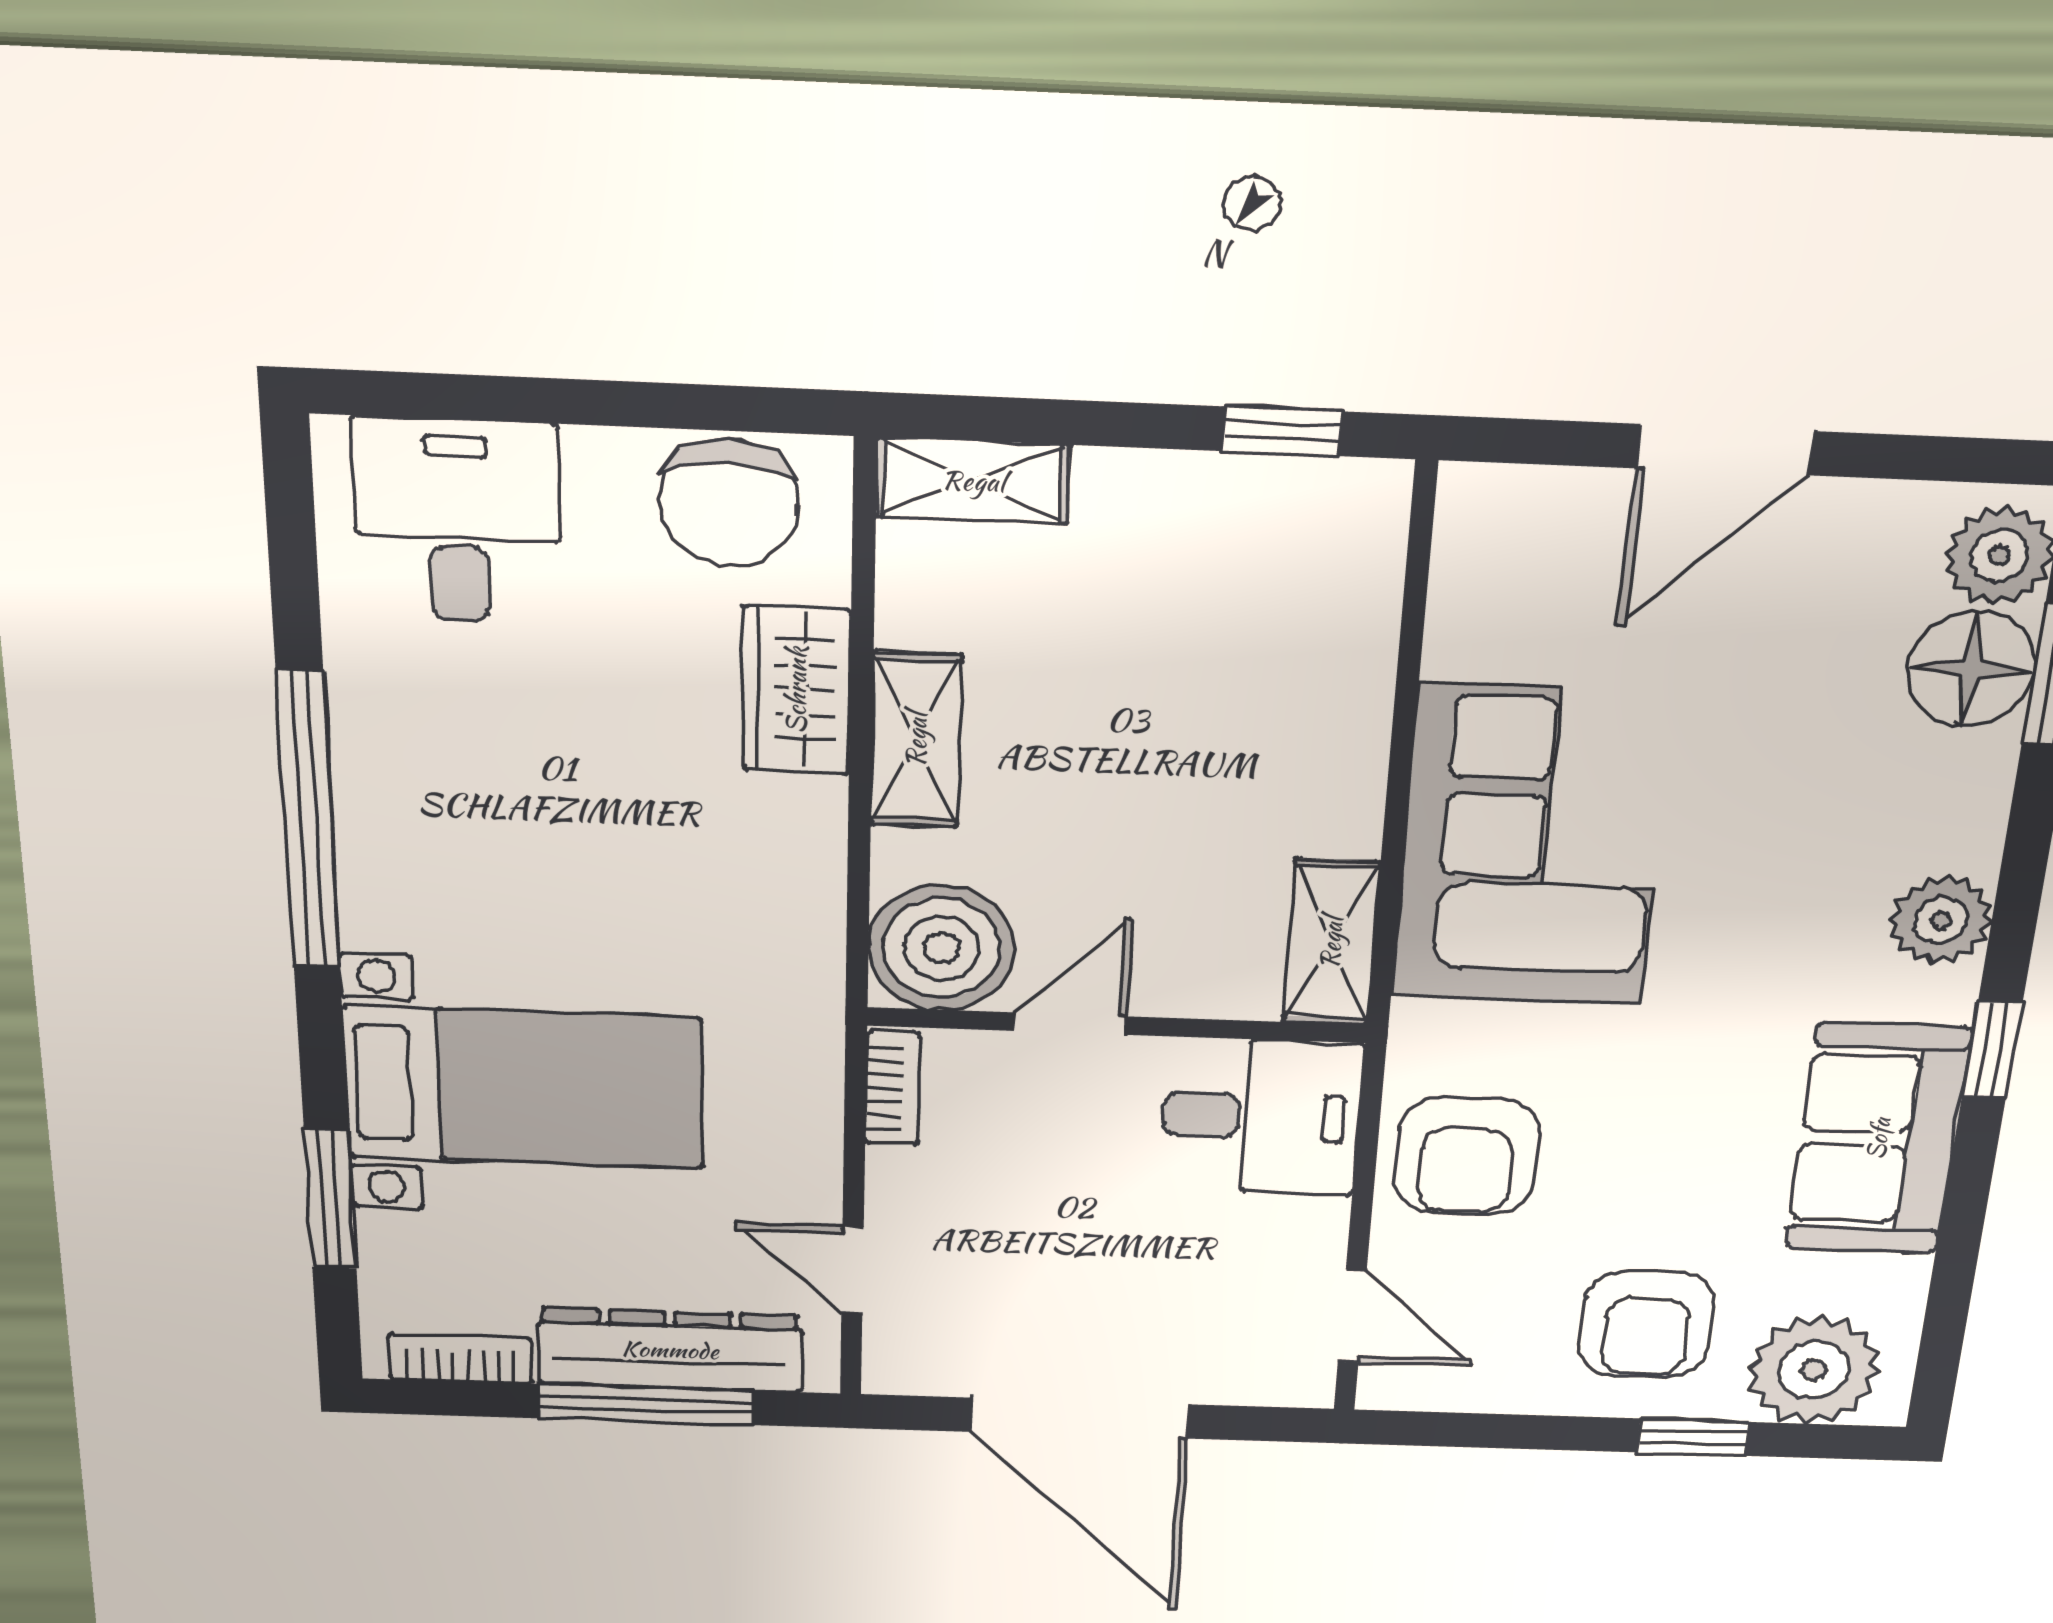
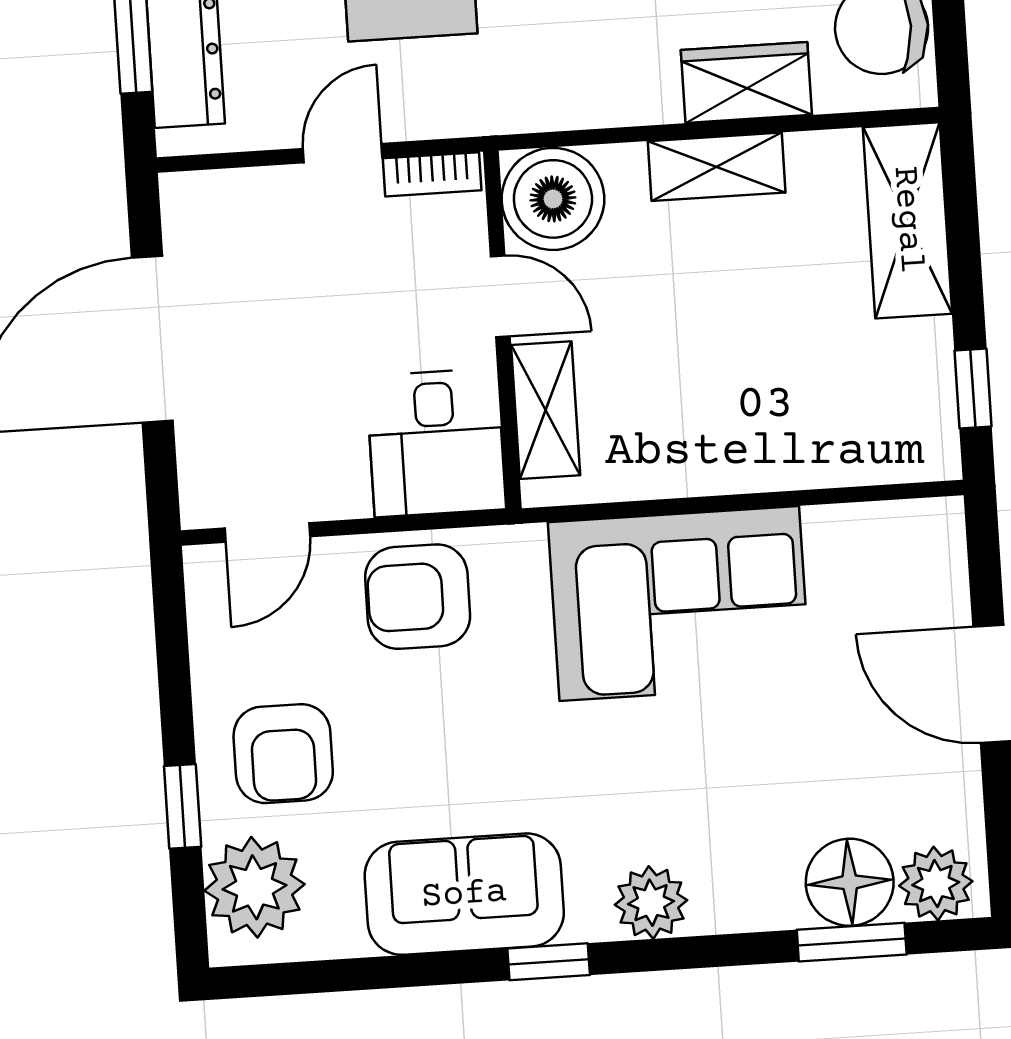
shelving: (973, 481) -> (908, 220), width x1.50, depth x1.33
shelving: (1331, 943) -> (546, 410), moved, turned 90
door: (853, 1271) -> (343, 153), moved
armchair: (1646, 1324) -> (283, 754), turned -90

